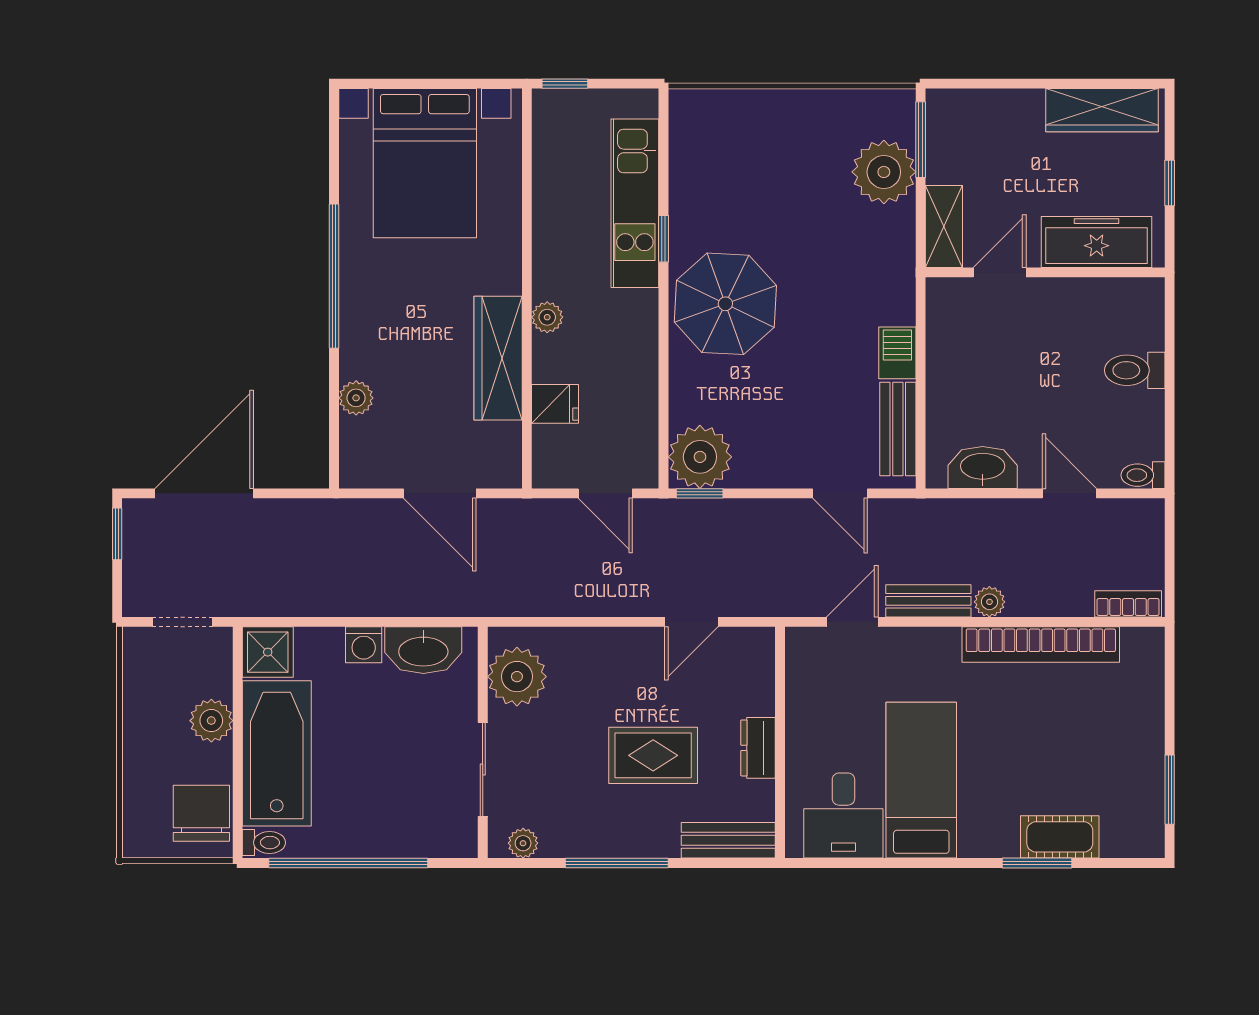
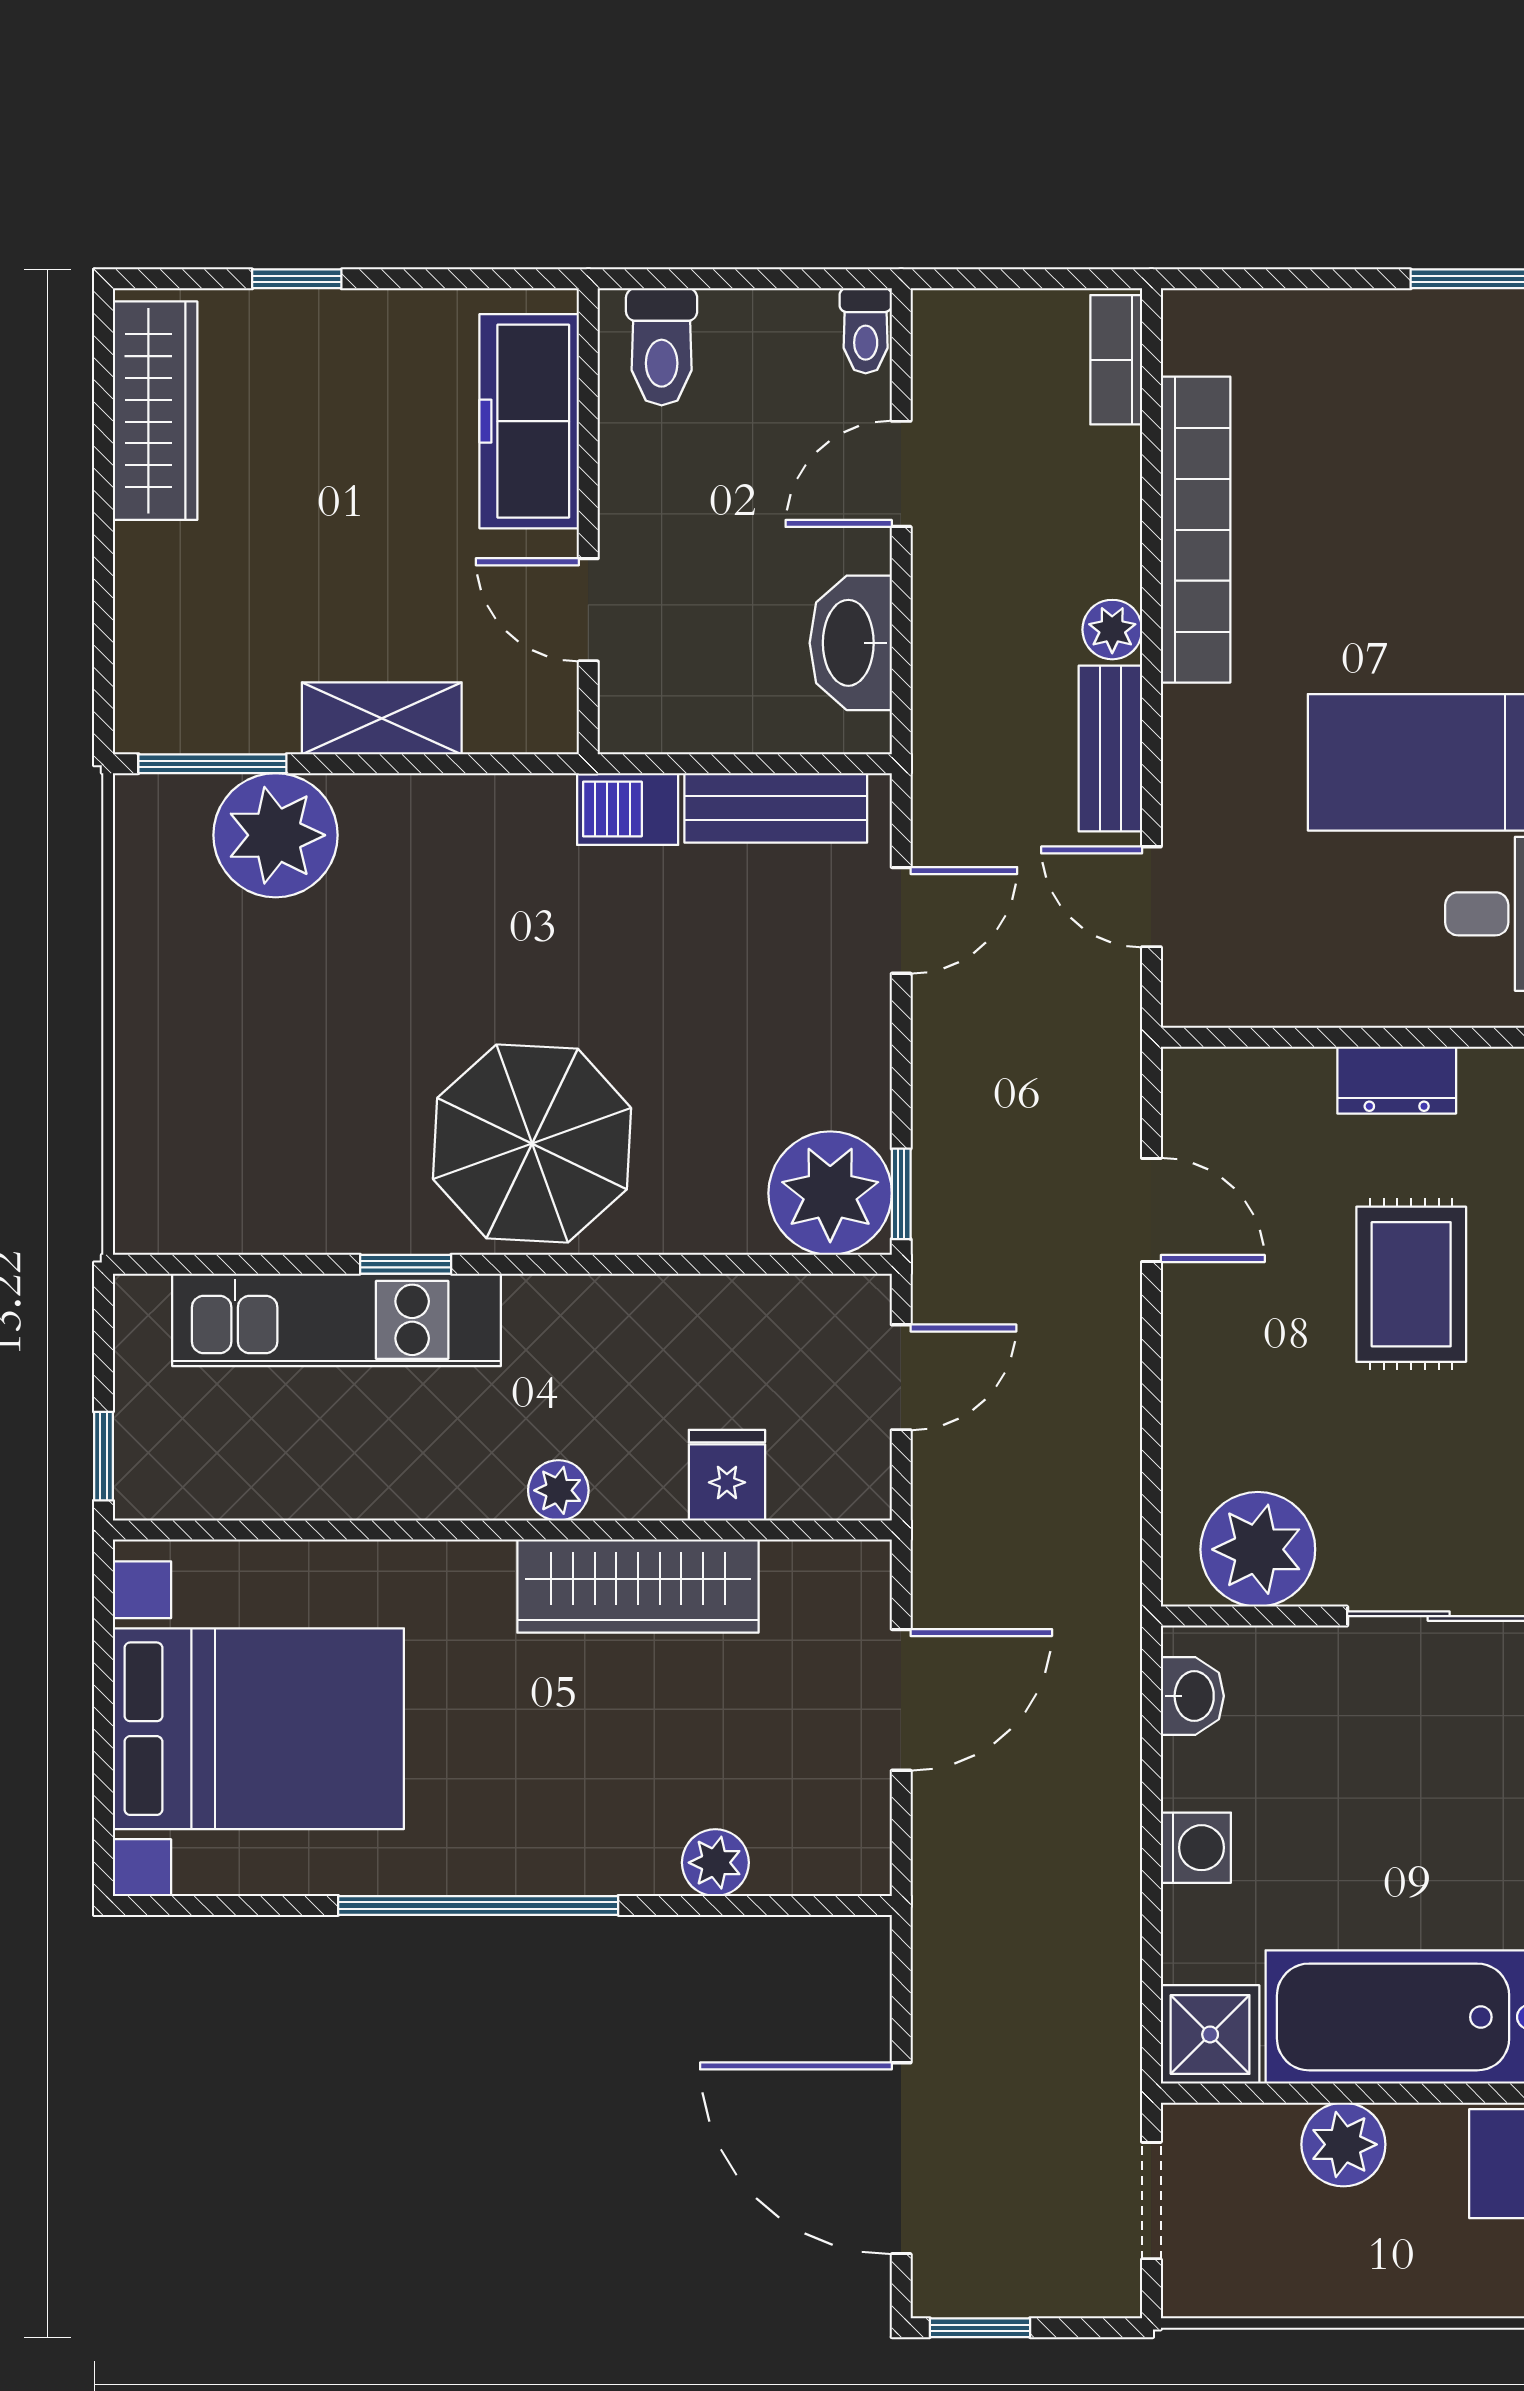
freezer: (1097, 242) -> (529, 421), moved
door: (1000, 272) -> (588, 610), moved
wall: (1045, 272) -> (588, 521), moved
washbasin: (423, 650) -> (1192, 1696), width x0.52, depth x0.69

